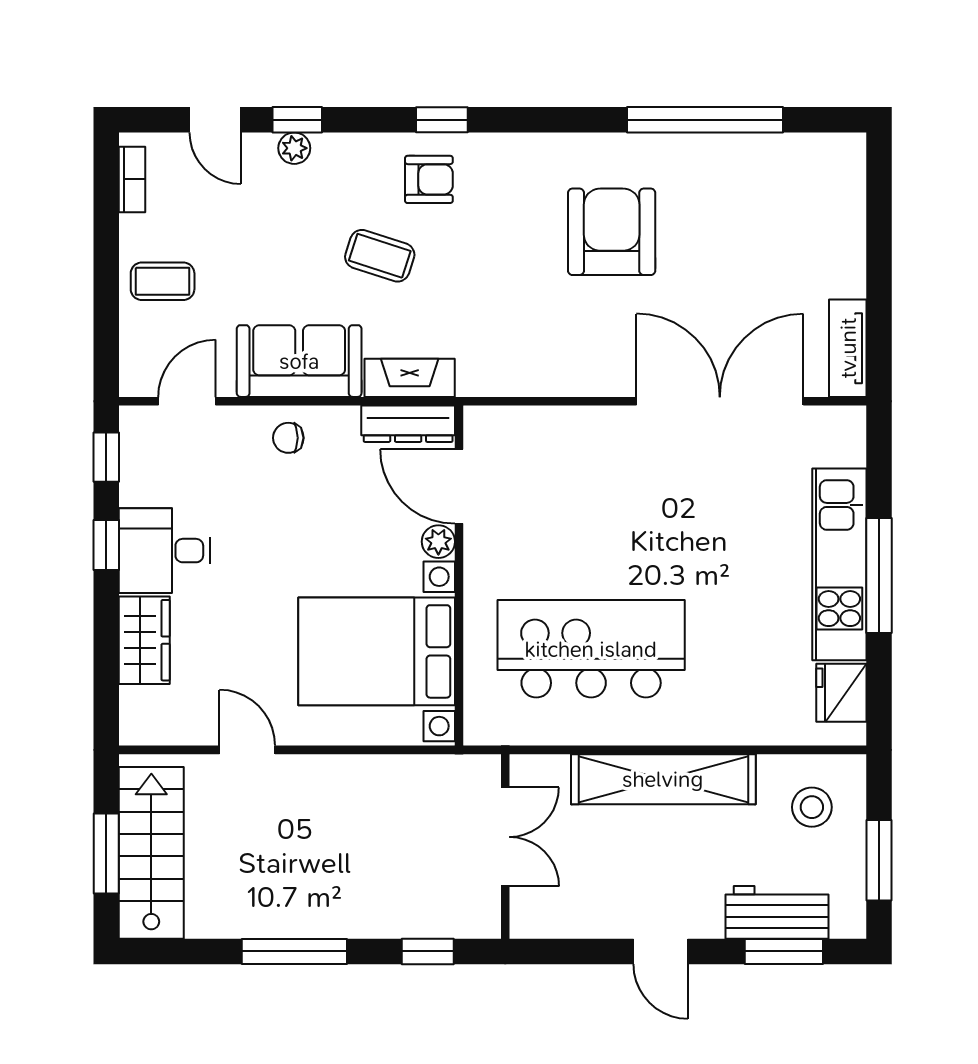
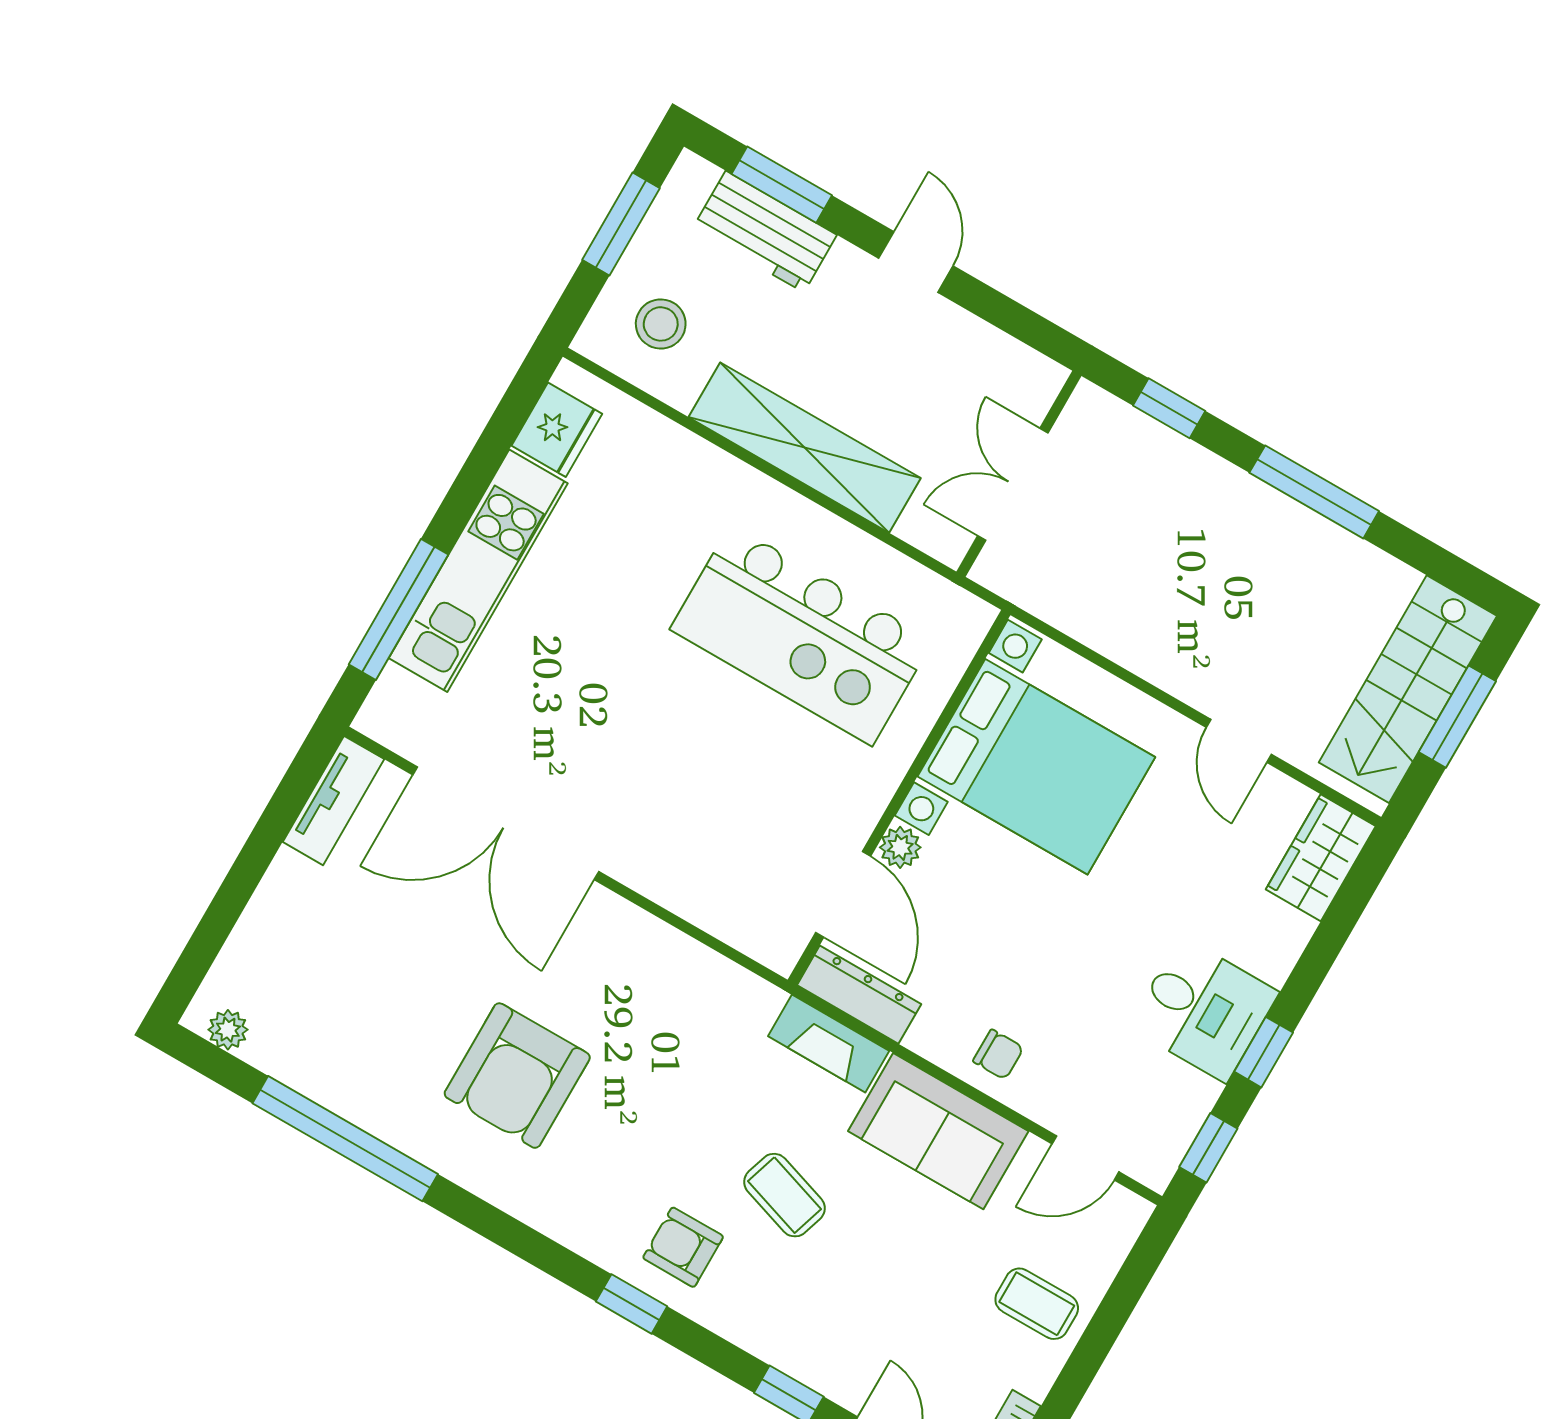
plant: (294, 148) -> (228, 1030), moved
window: (879, 575) -> (398, 609), moved
wardrobe: (144, 640) -> (1321, 858), moved

